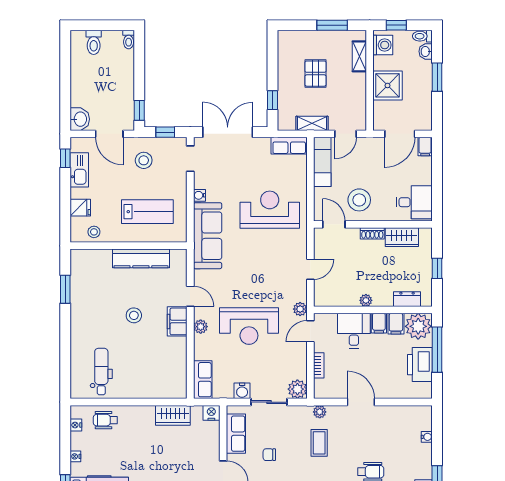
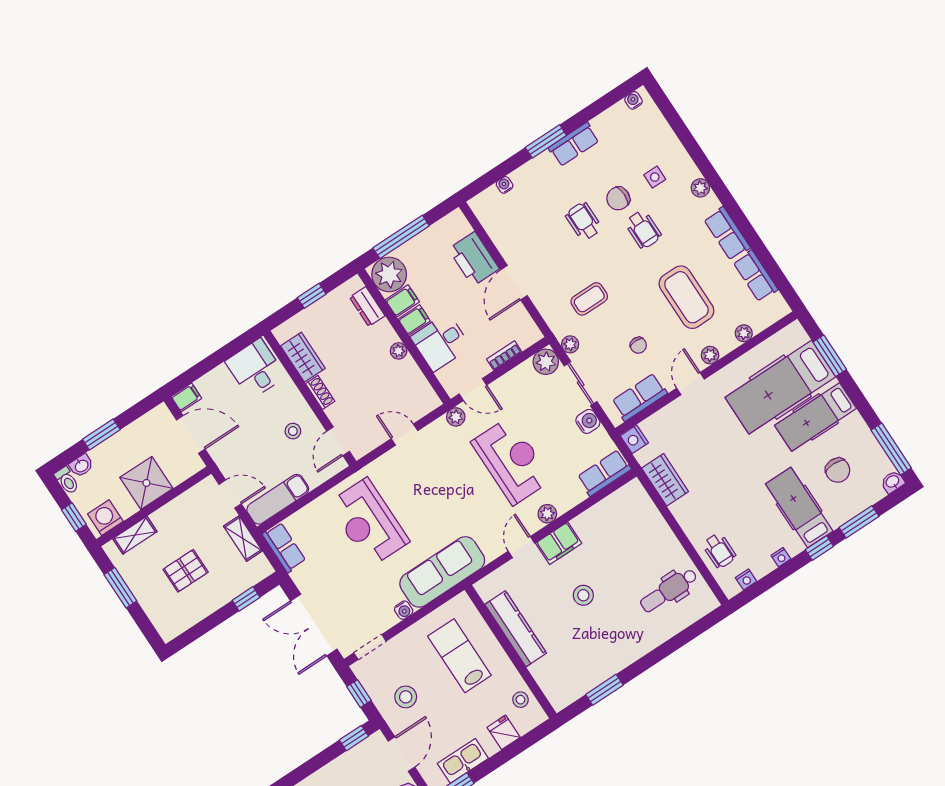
stool: (359, 200) -> (293, 431), width x0.53, depth x0.53
printer: (420, 365) -> (474, 259), moved, turned 90
plant: (320, 412) -> (570, 344), moved

